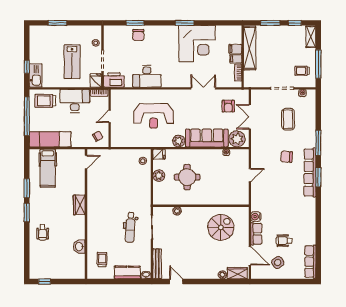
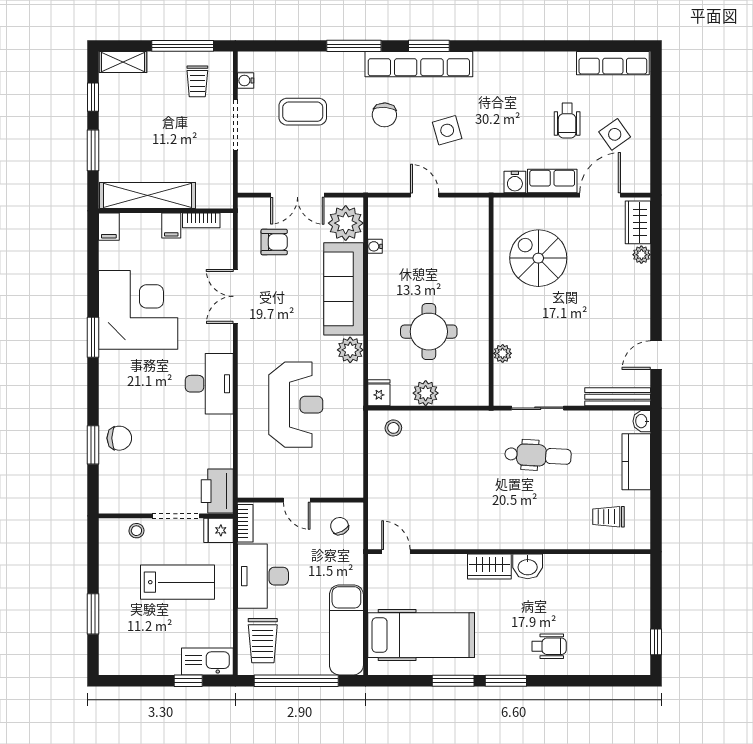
filing cabinet: (235, 49) -> (109, 227), moved
desk: (147, 76) -> (209, 384), moved
hospital bed: (48, 168) -> (421, 635), width x1.37, depth x1.29
side table: (280, 186) -> (447, 130), added
washbasin: (79, 247) -> (528, 566), moved

